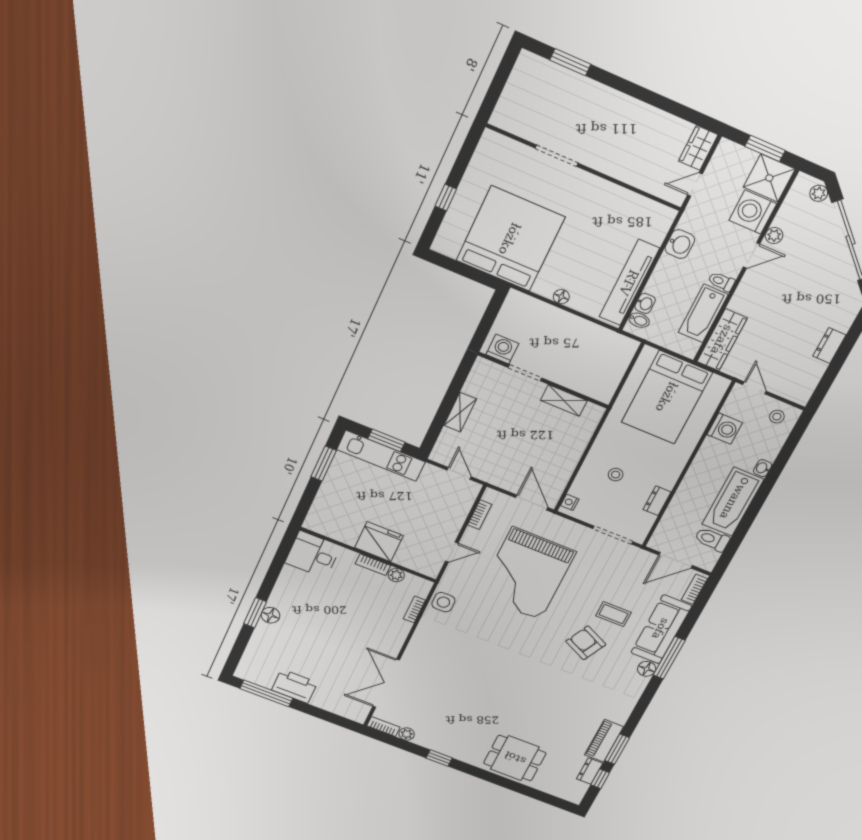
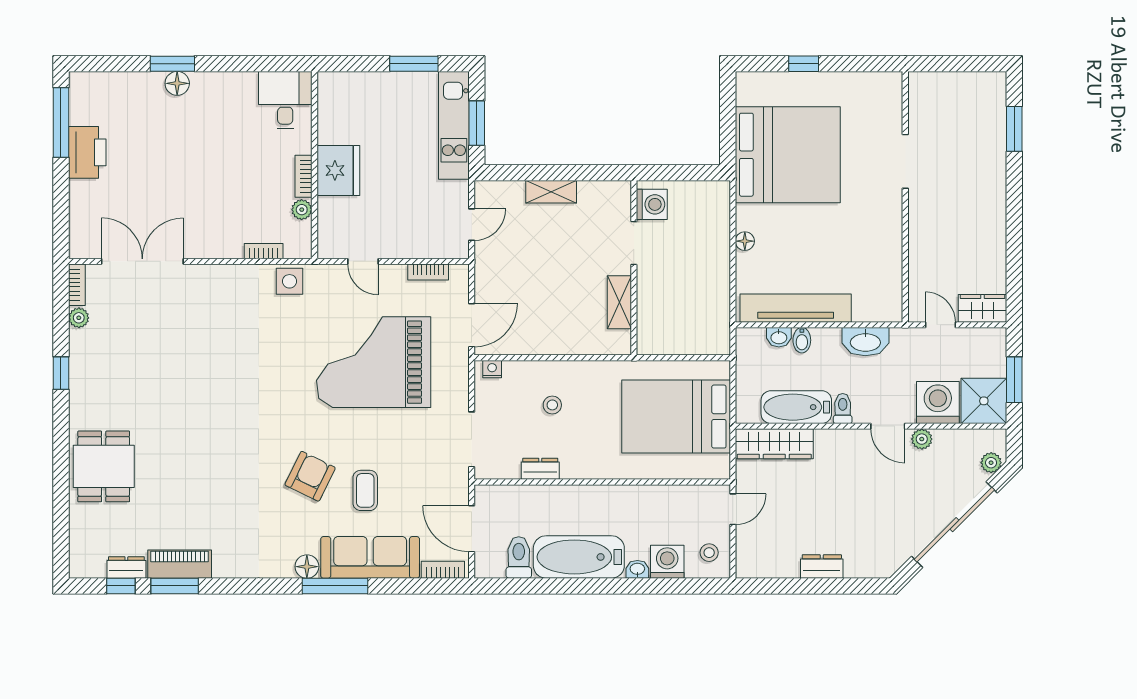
washbasin: (680, 244) -> (865, 342), width x1.38
bidet: (639, 320) -> (802, 340), moved
washing machine: (725, 429) -> (667, 562), moved, turned 180

